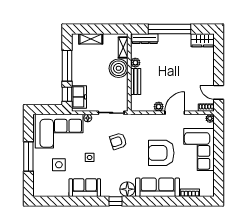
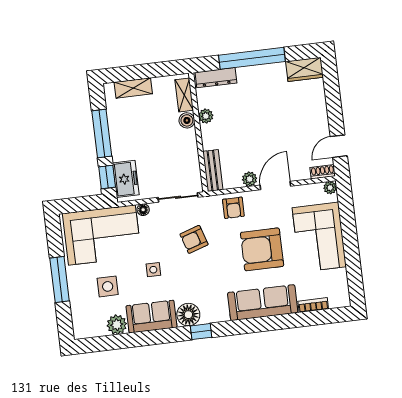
boiler: (119, 68) -> (187, 120), width x0.54, depth x0.54
bench: (136, 82) -> (213, 170), moved
door: (219, 92) -> (339, 146), hinge flipped
armchair: (146, 124) -> (233, 208), added
floor lamp: (127, 189) -> (188, 315), moved
plant: (62, 190) -> (117, 325), added

